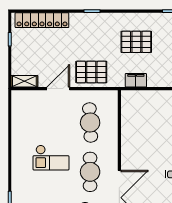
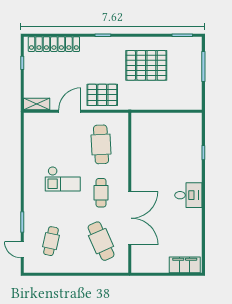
pallet: (136, 42) -> (146, 65), width x1.37, depth x1.41
filing cabinet: (136, 80) -> (146, 103), removed
cafe table: (90, 172) -> (101, 193), width x0.73, depth x0.74

